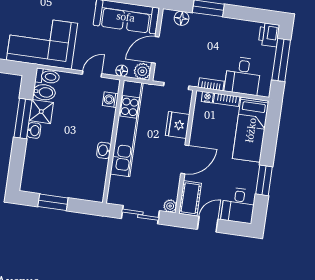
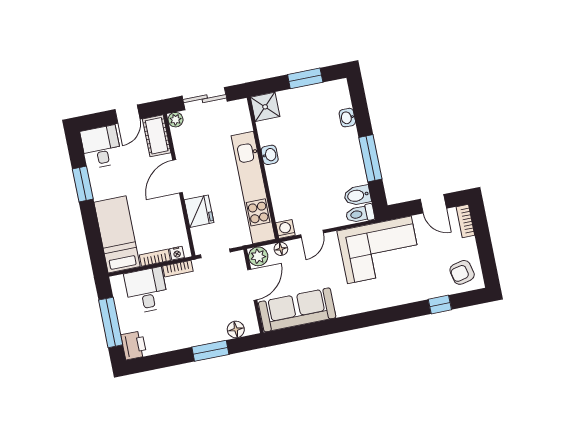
washing machine: (110, 100) -> (285, 229), moved, turned -90
shower: (41, 112) -> (265, 107), moved
washbasin: (34, 130) -> (347, 118), moved

